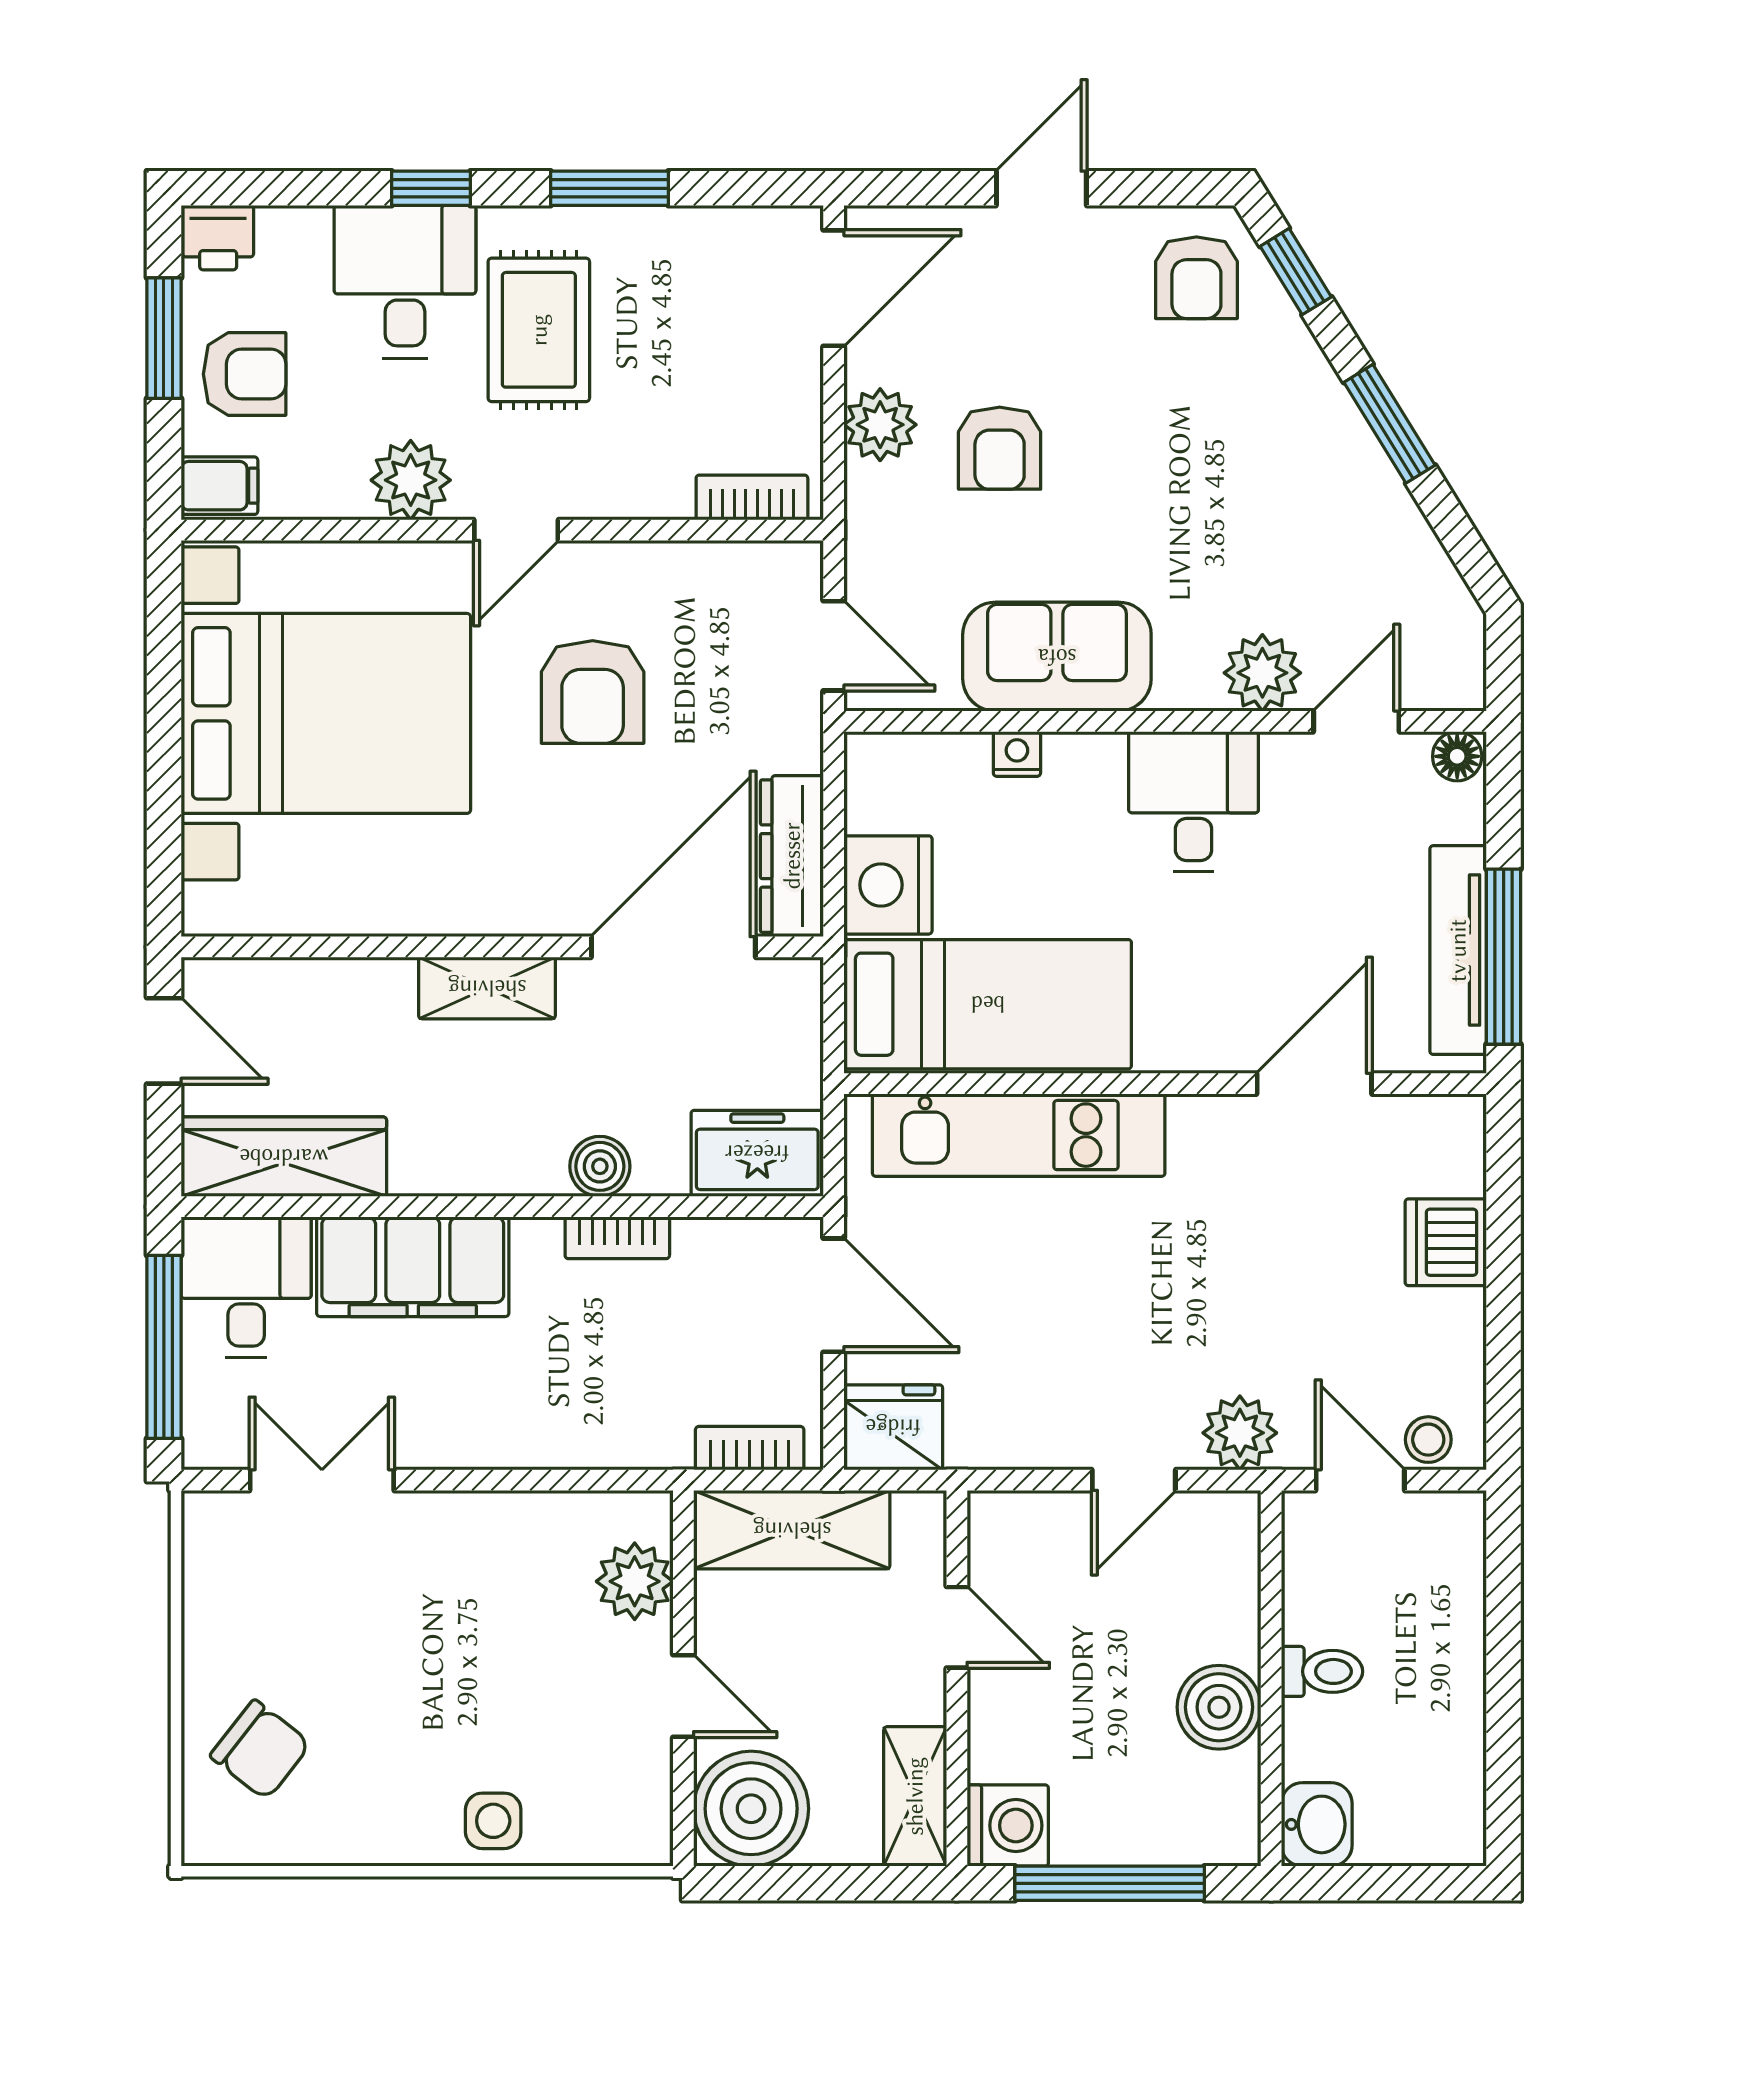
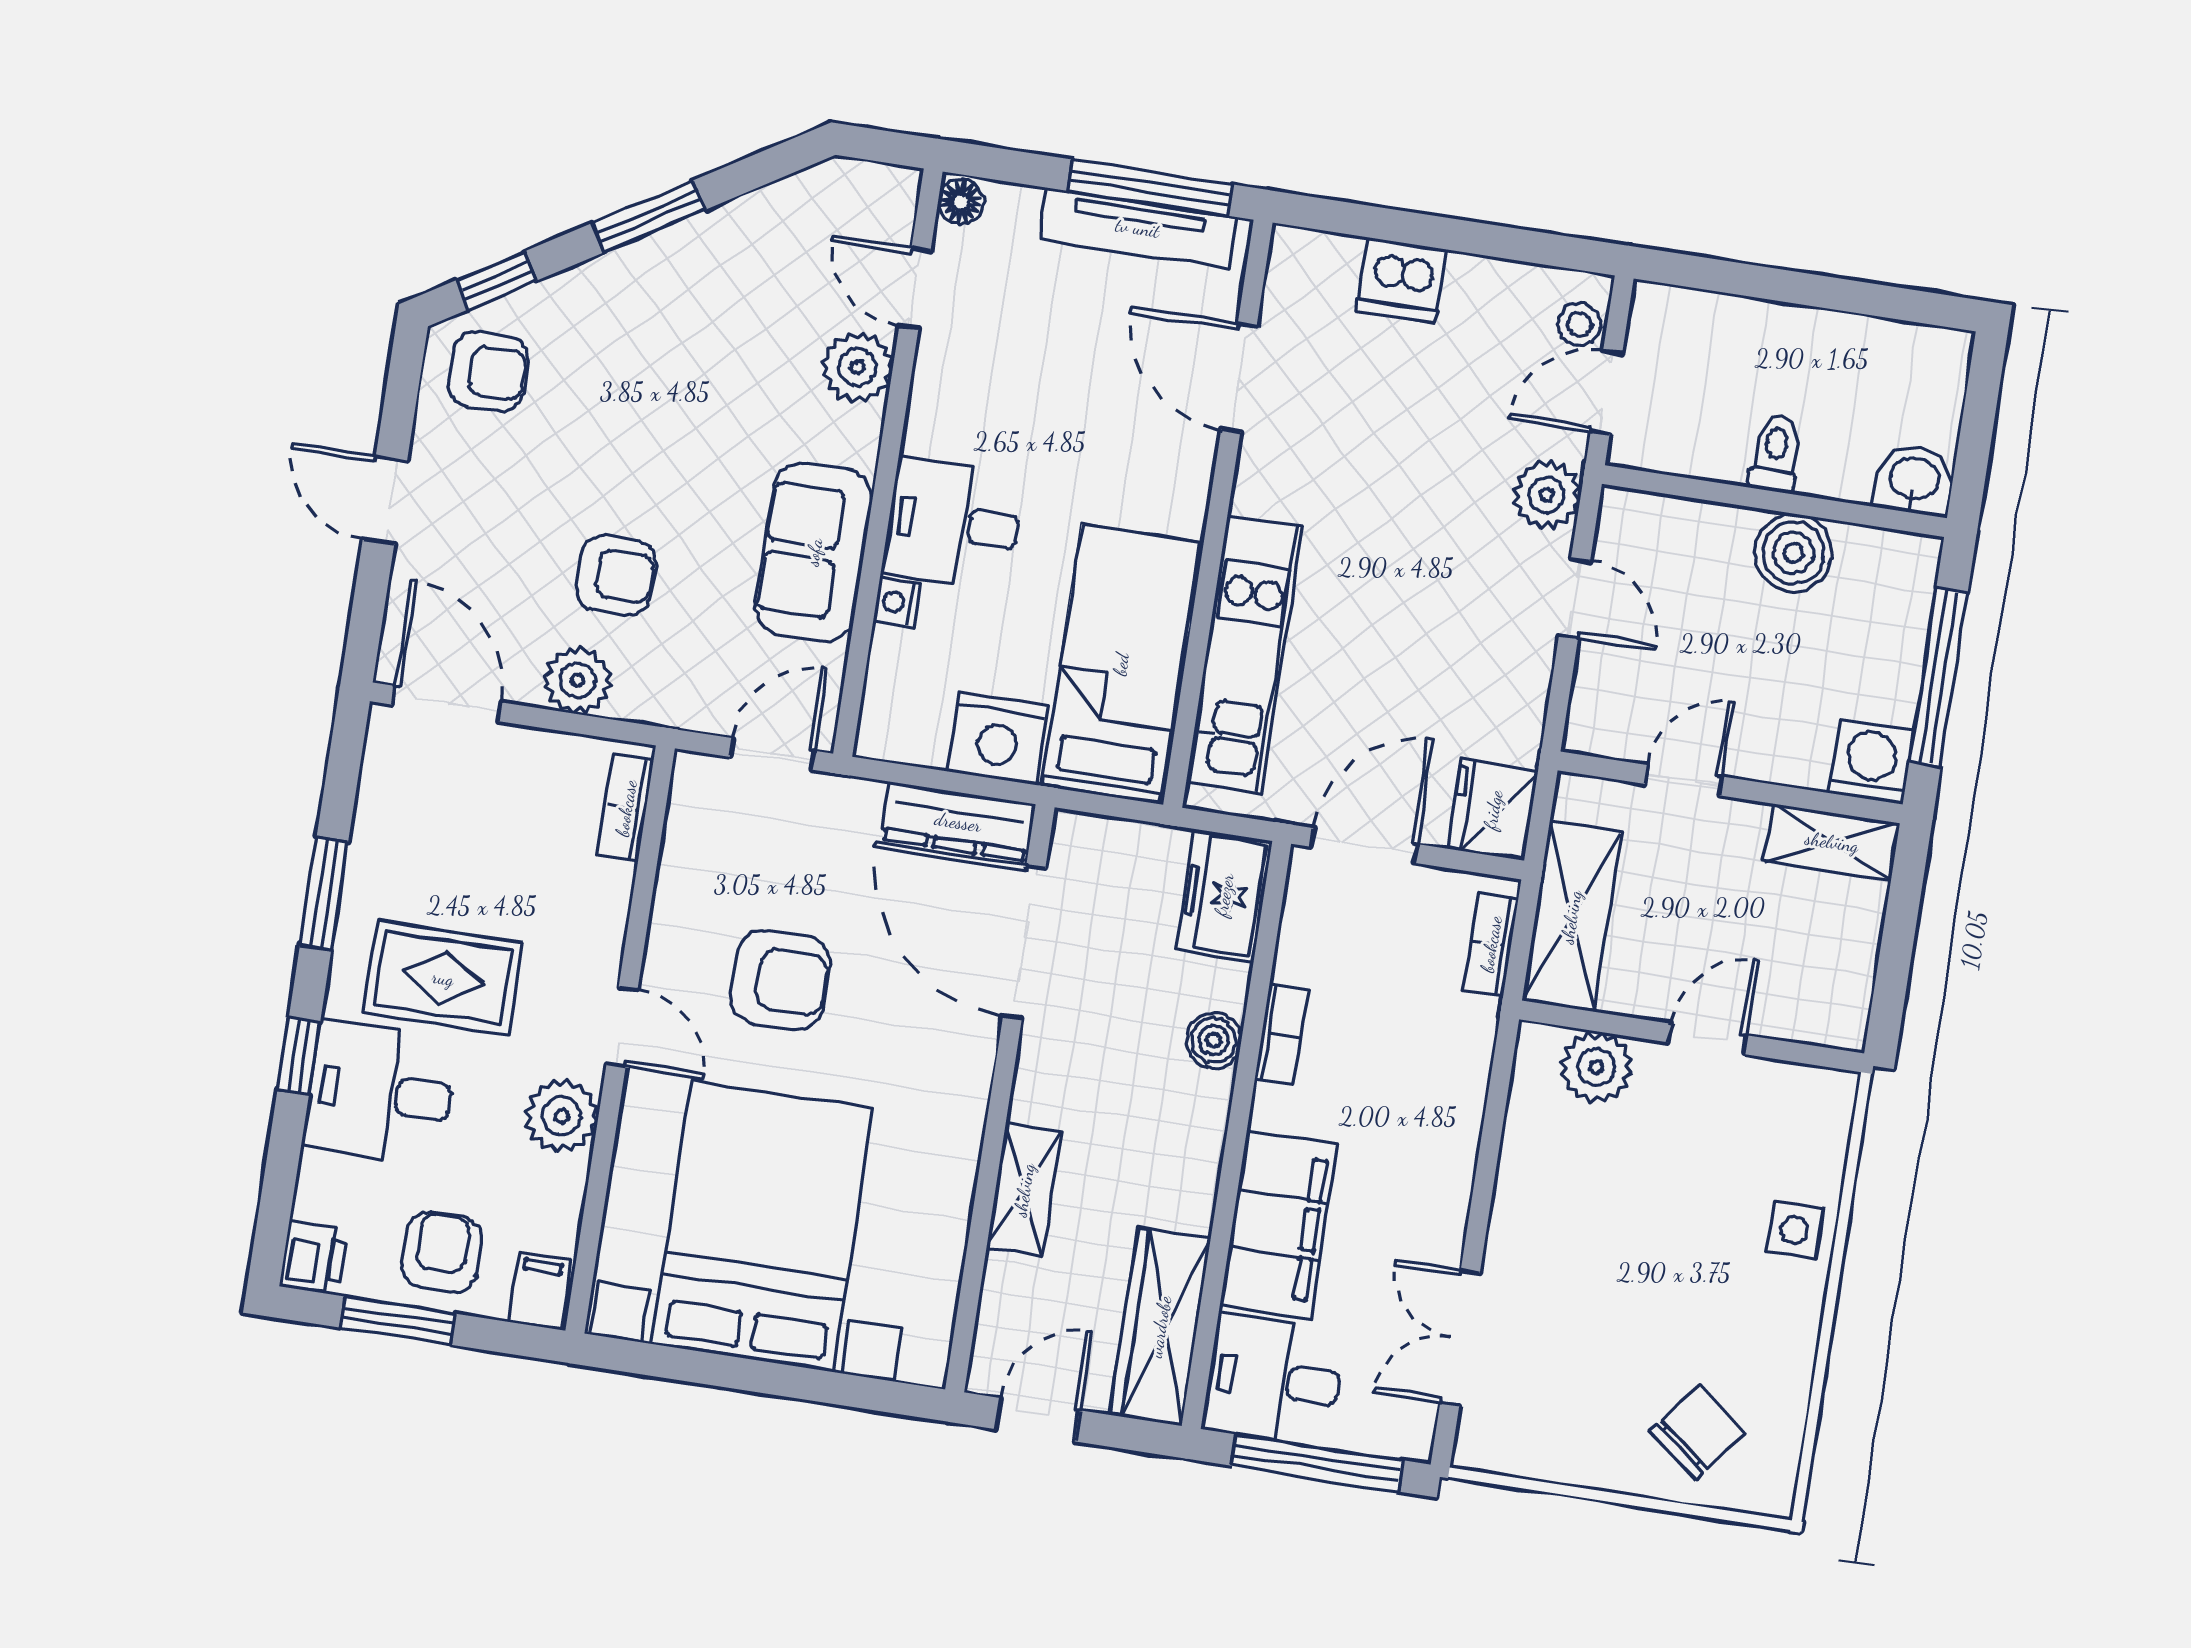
desk: (1194, 802) -> (953, 523), moved
shelving: (487, 988) -> (1024, 1190), moved
boiler: (751, 1809) -> (1820, 993), removed

